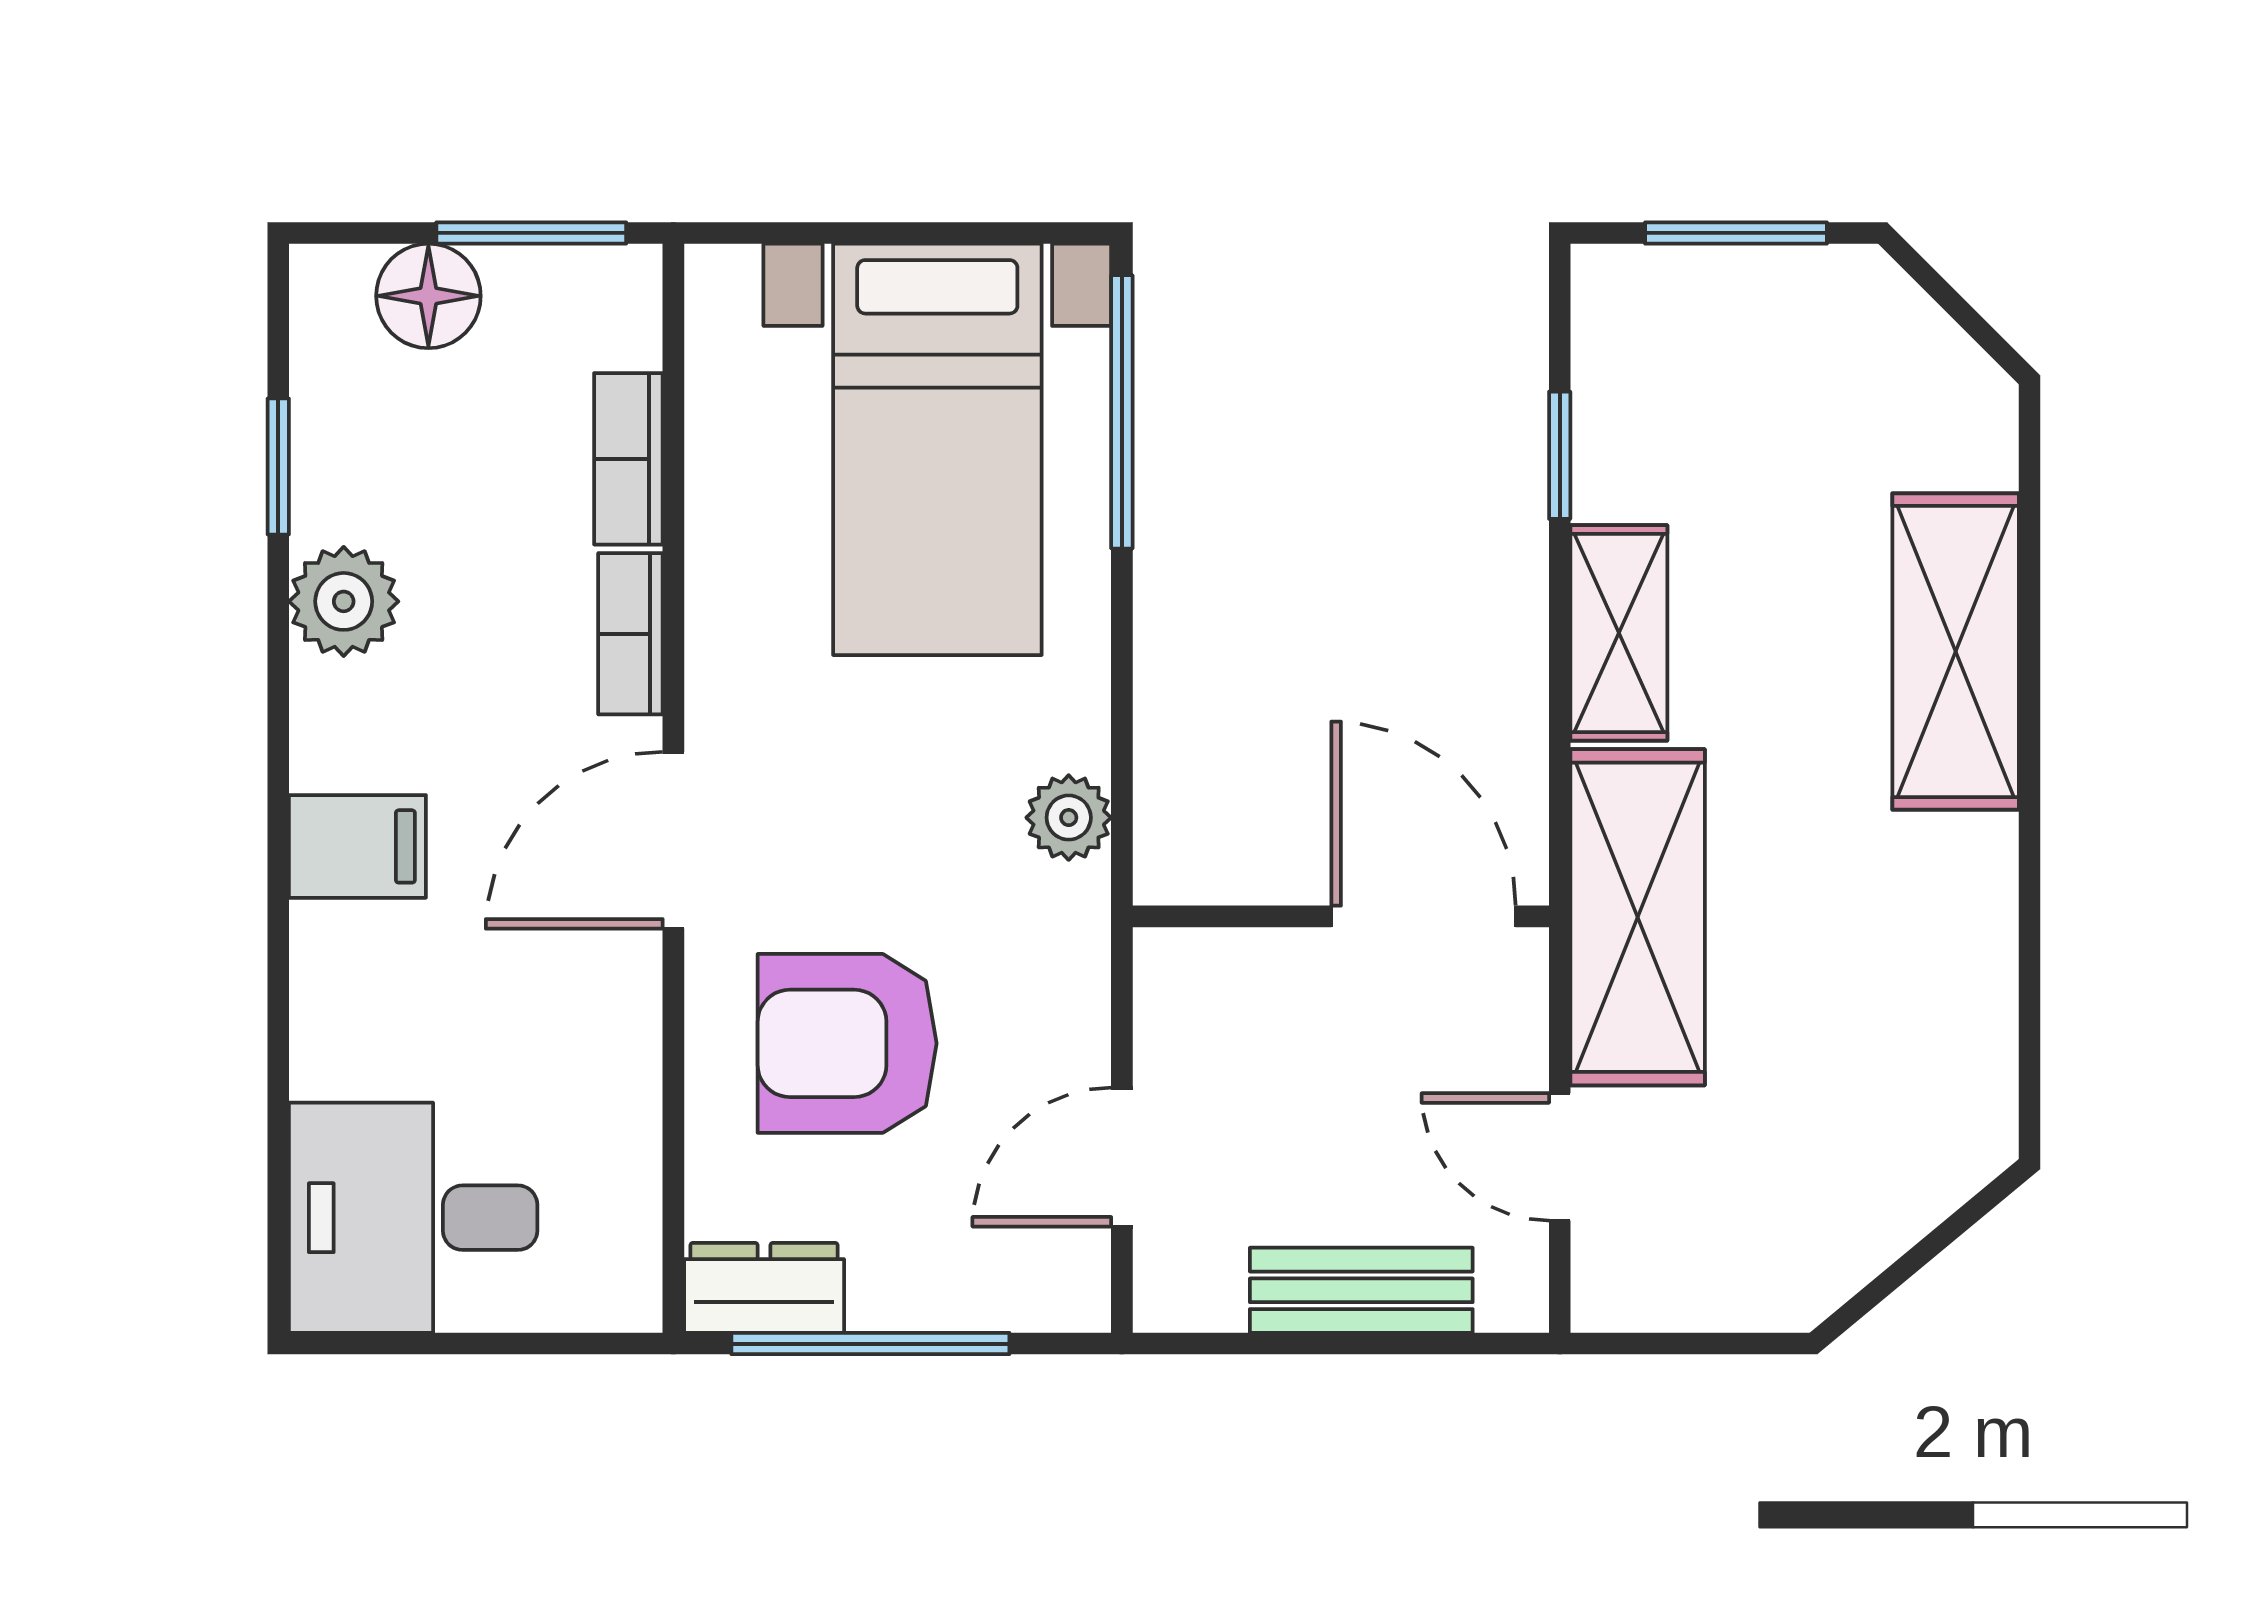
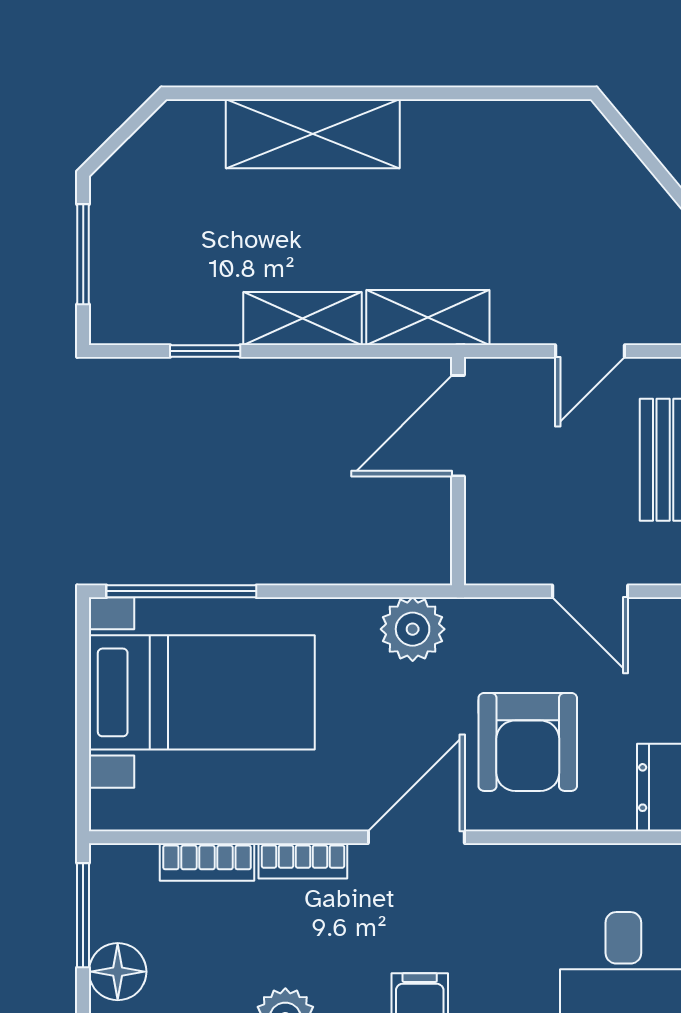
plant: (1069, 818) -> (413, 629), width x1.38, depth x1.38
door: (673, 840) -> (416, 837), swing flipped
shelving: (1638, 917) -> (428, 317), width x0.67, depth x0.75

